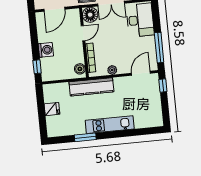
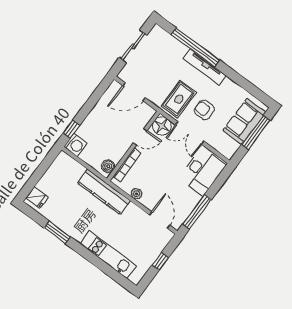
washing machine: (46, 50) -> (76, 145), moved
door: (141, 73) -> (160, 220), hinge flipped
window: (163, 86) -> (160, 261), moved
fridge: (52, 109) -> (37, 197), moved
kitchen unit: (110, 125) -> (108, 255), moved

